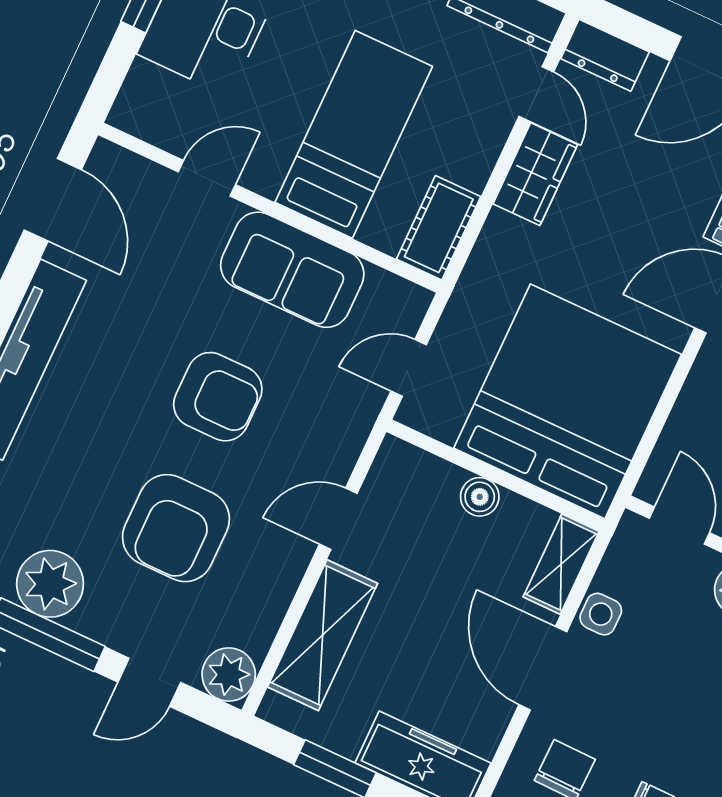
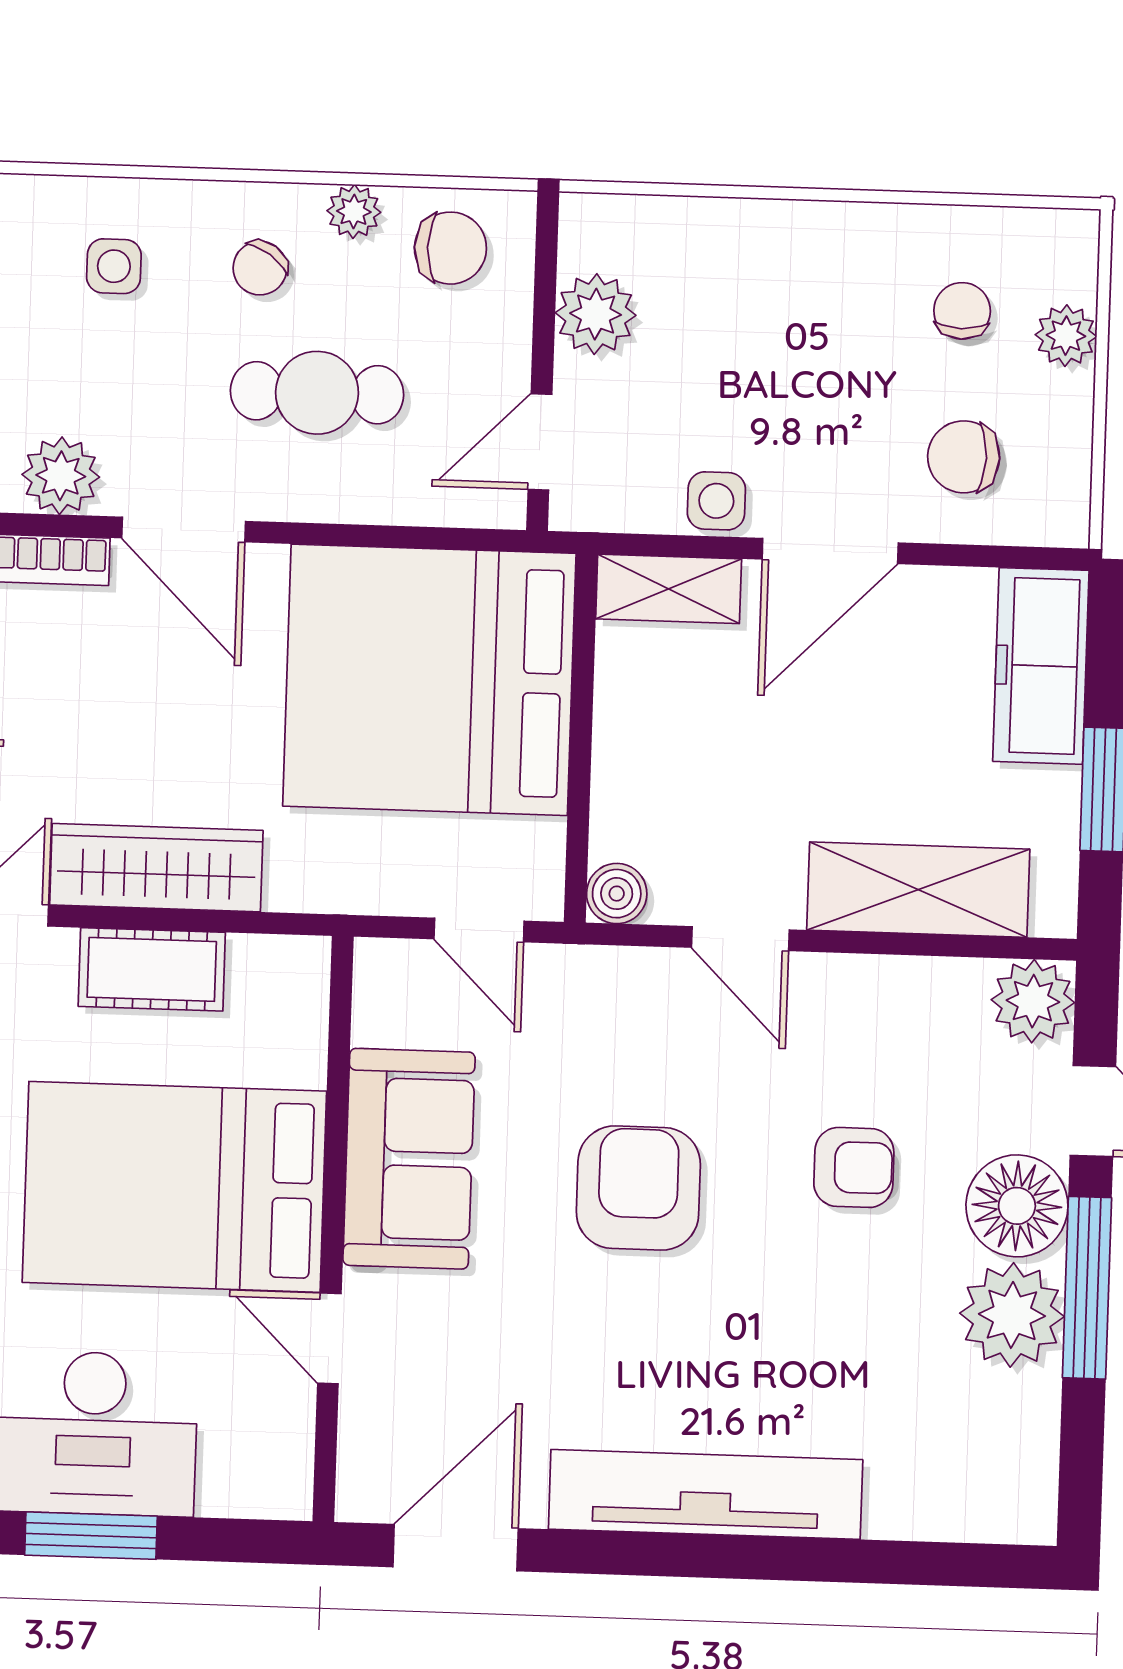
bed: (354, 134) -> (174, 1187), width x1.50
wardrobe: (535, 174) -> (156, 868), width x1.50
cot: (439, 228) -> (152, 969), moved
boiler: (480, 497) -> (617, 894), moved
armchair: (176, 528) -> (854, 1167), width x0.53, depth x0.53
floor lamp: (113, 614) -> (1017, 1206), added

